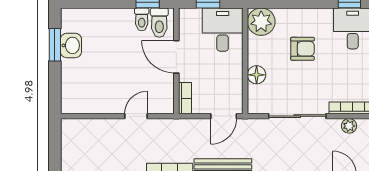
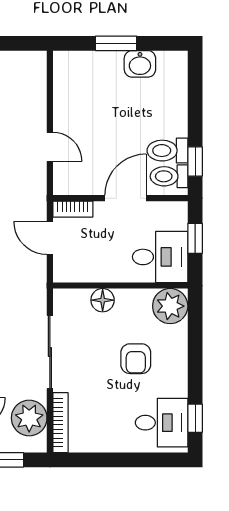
toilet: (142, 19) -> (167, 151), width x1.37, depth x1.39
window: (55, 45) -> (116, 43), moved
door: (224, 116) -> (50, 238), moved
plant: (349, 126) -> (29, 418), width x1.87, depth x1.87

